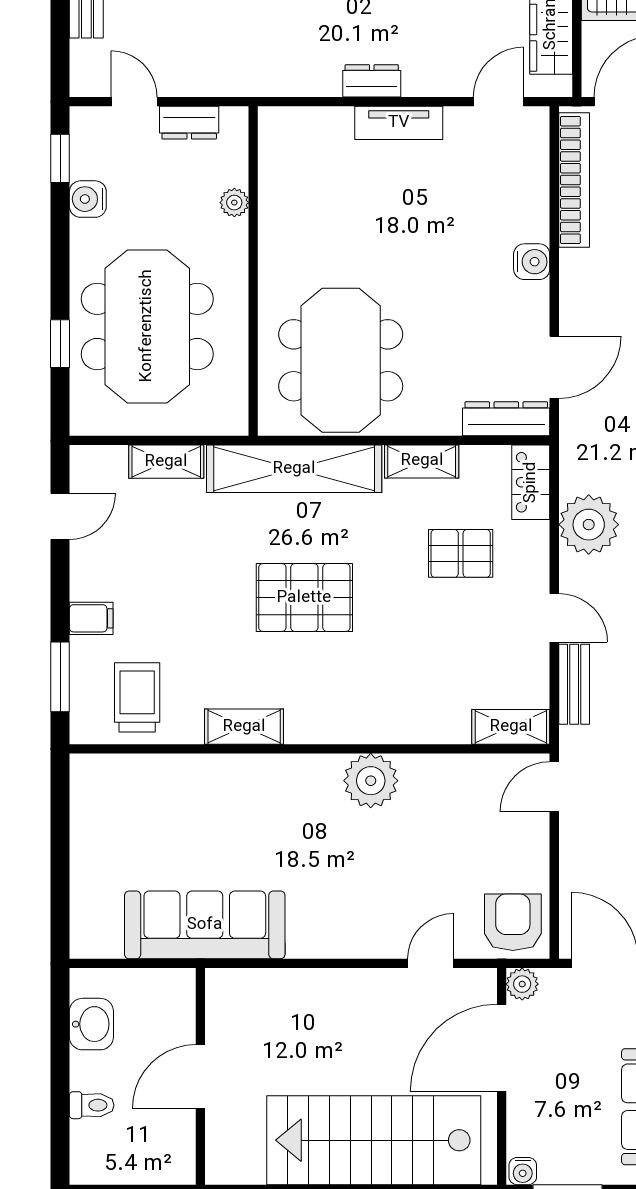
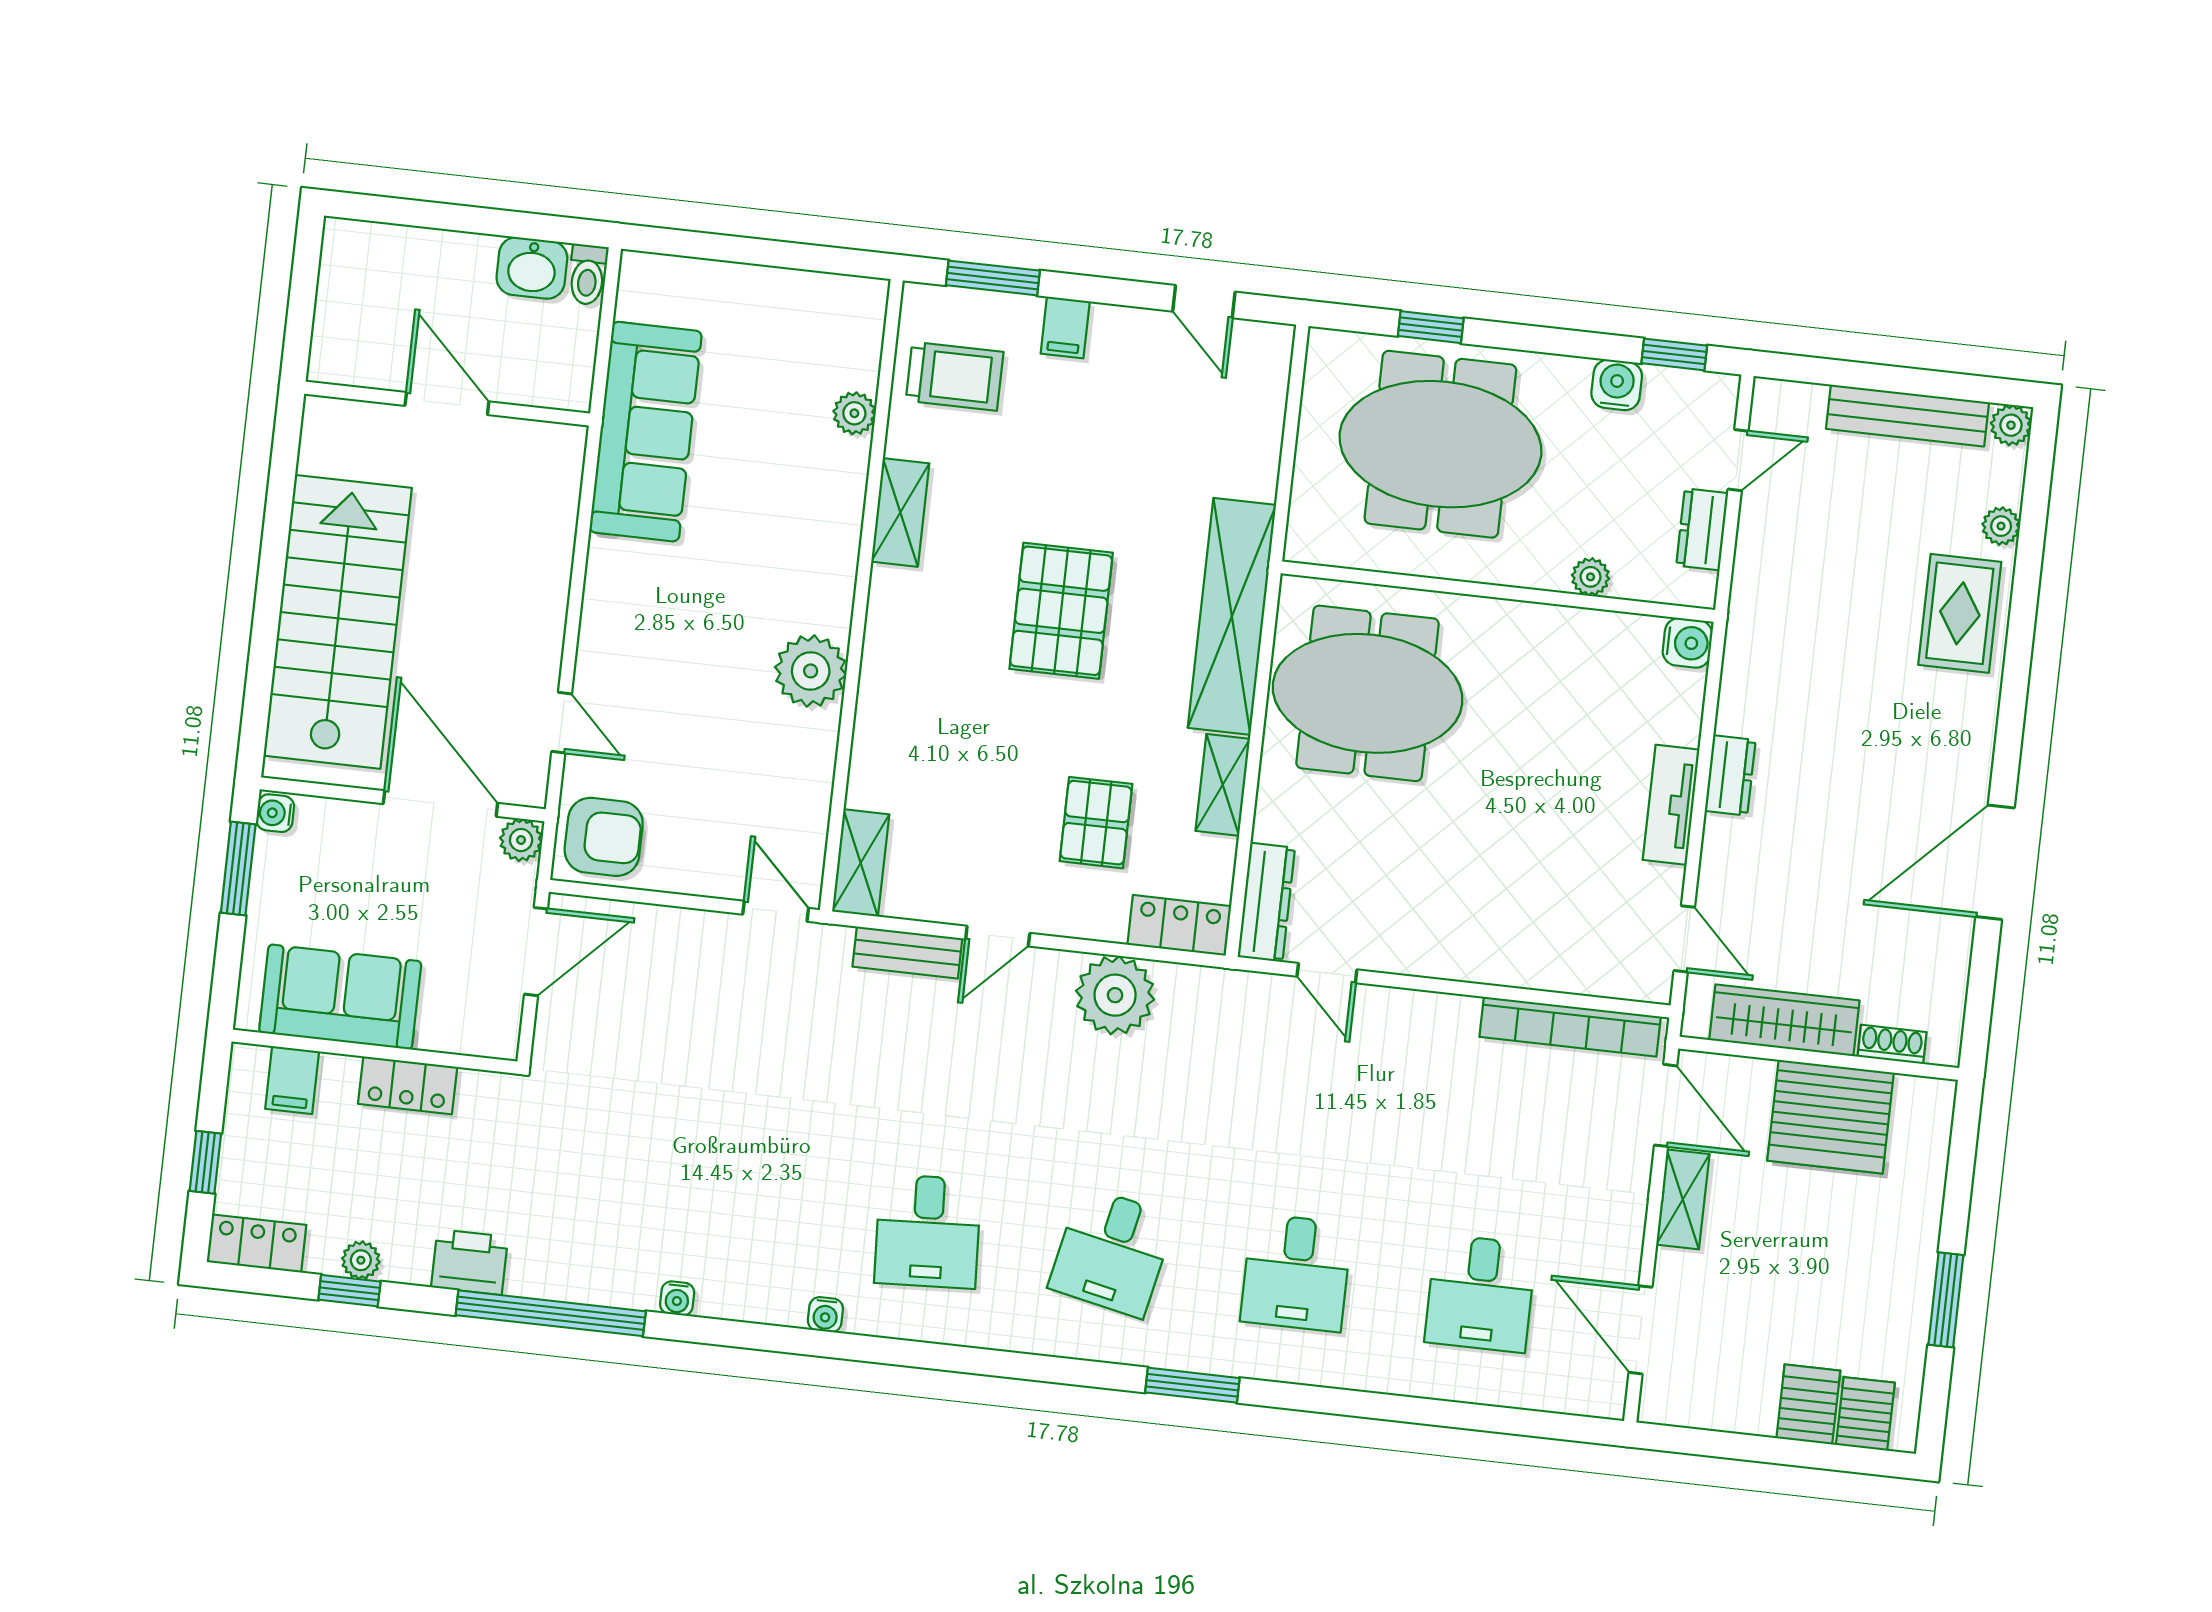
water cooler: (532, 262) -> (1688, 643), moved, turned -90
door: (554, 367) -> (1327, 973), width x0.73
shelving: (166, 462) -> (1260, 449), removed
plant: (173, 770) -> (854, 413), added
toilet: (92, 1105) -> (588, 275), moved

